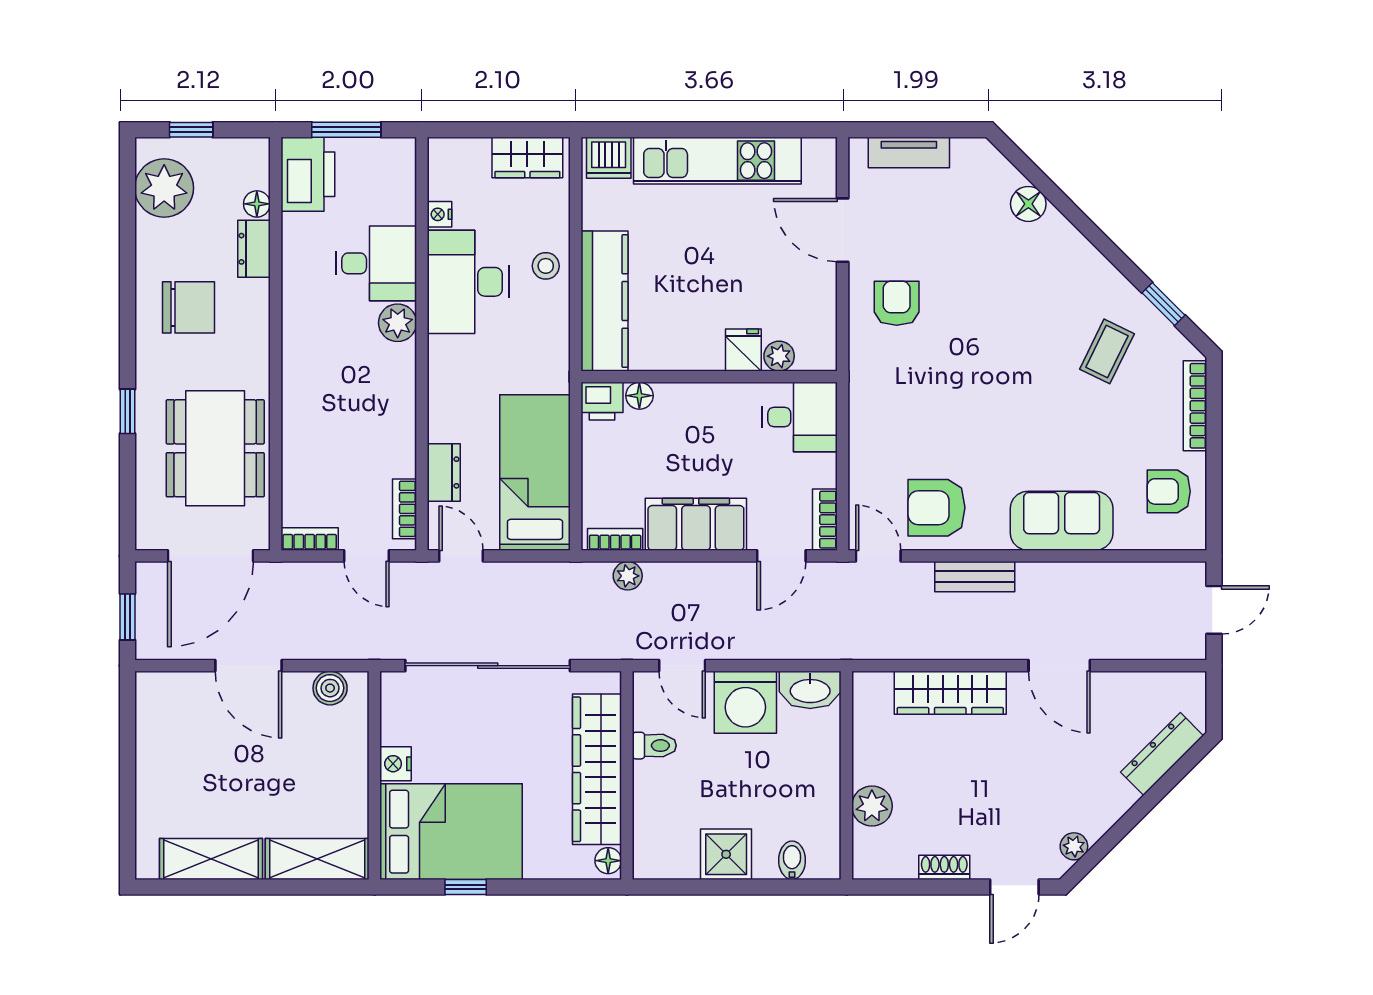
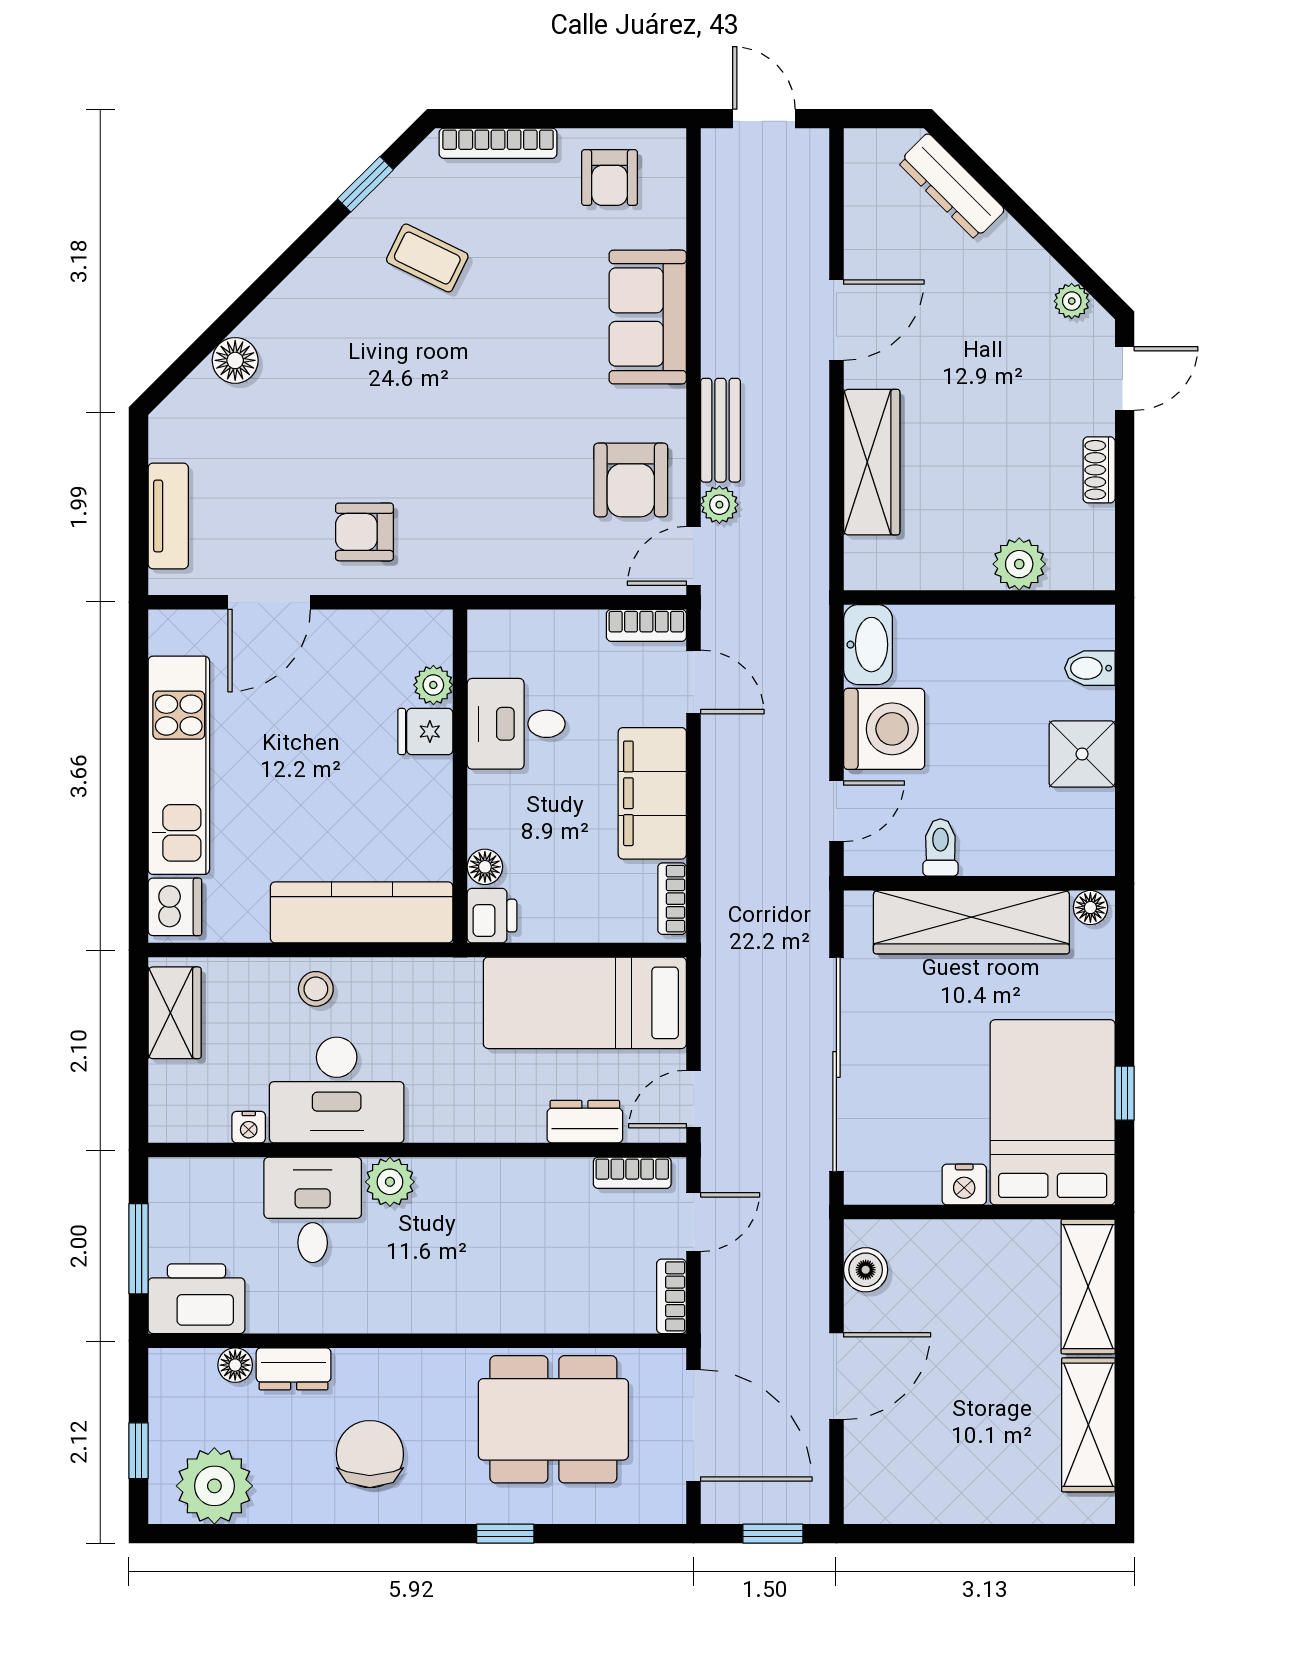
desk: (800, 417) -> (516, 724), moved, turned -90
plant: (628, 576) -> (719, 505), moved
door: (1014, 887) -> (1125, 379), hinge flipped

